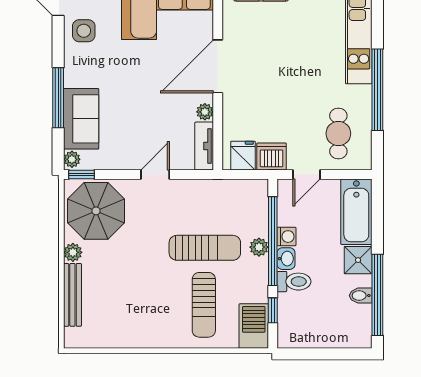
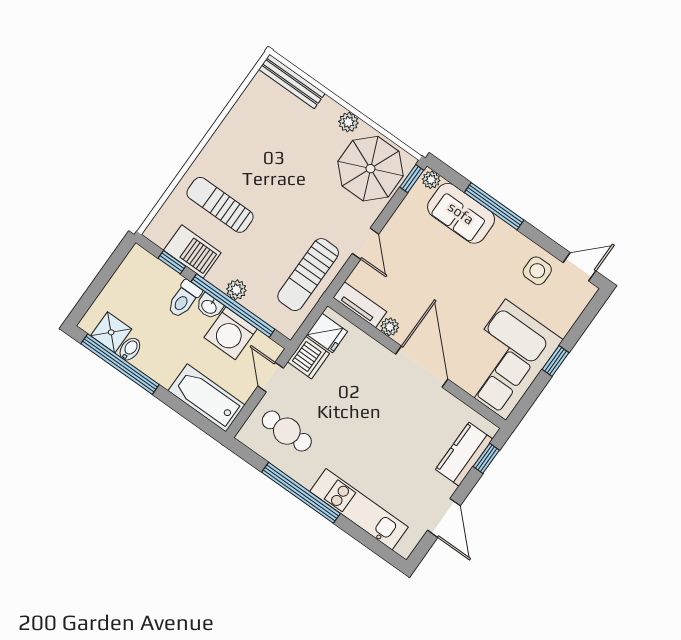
washing machine: (286, 237) -> (231, 333), width x1.89, depth x1.89
sun lounger: (205, 248) -> (308, 275), moved
shower: (358, 260) -> (111, 332), moved
bench: (72, 295) -> (292, 81), moved
barbecue: (254, 326) -> (192, 252), moved

